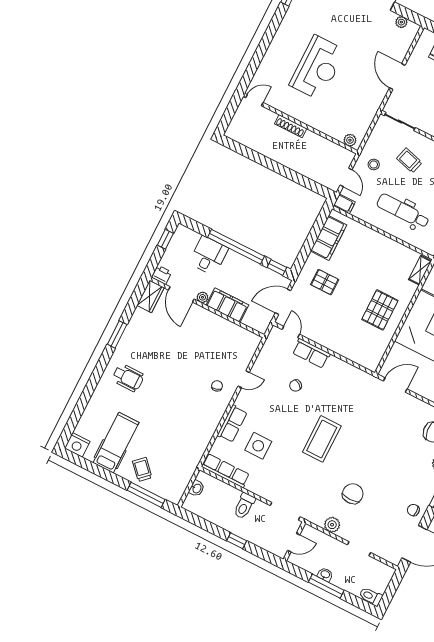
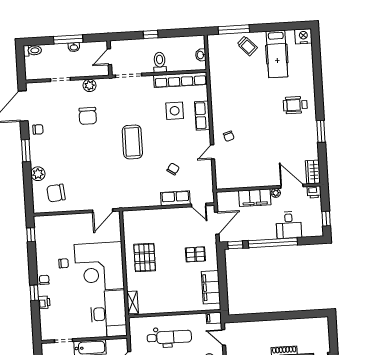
row of seats: (225, 471) -> (180, 80), width x1.36

